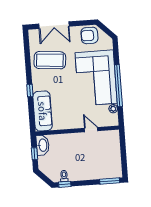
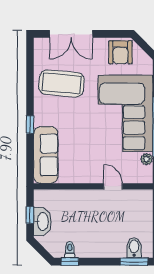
armchair: (89, 35) -> (120, 52), turned -90
washbasin: (43, 145) -> (42, 222), moved
bidet: (109, 171) -> (134, 248), added

